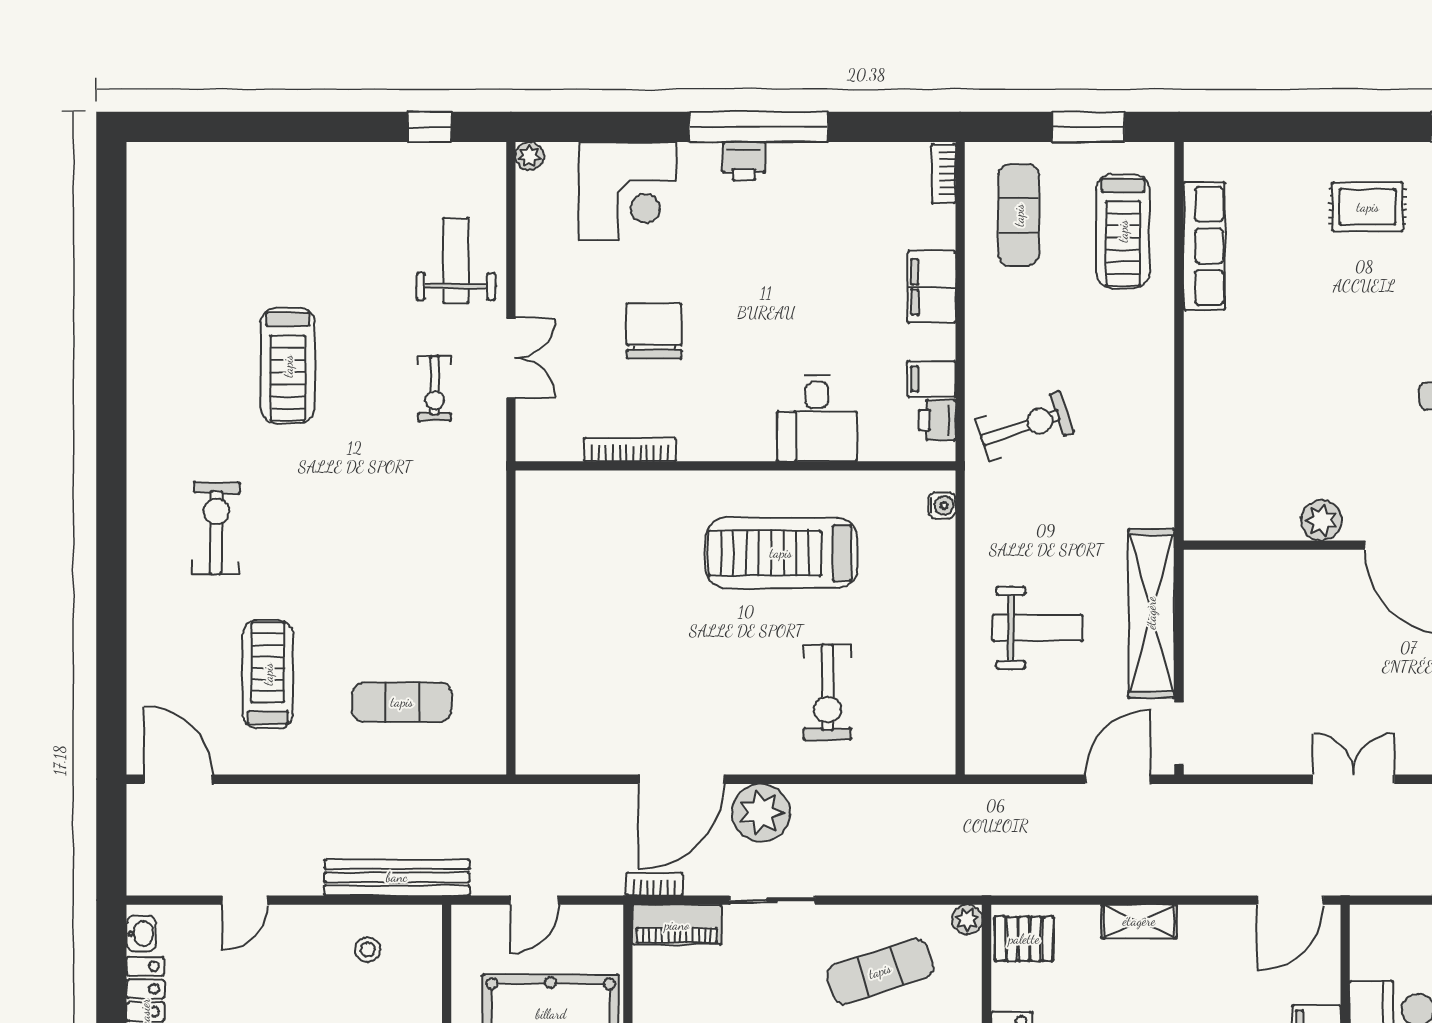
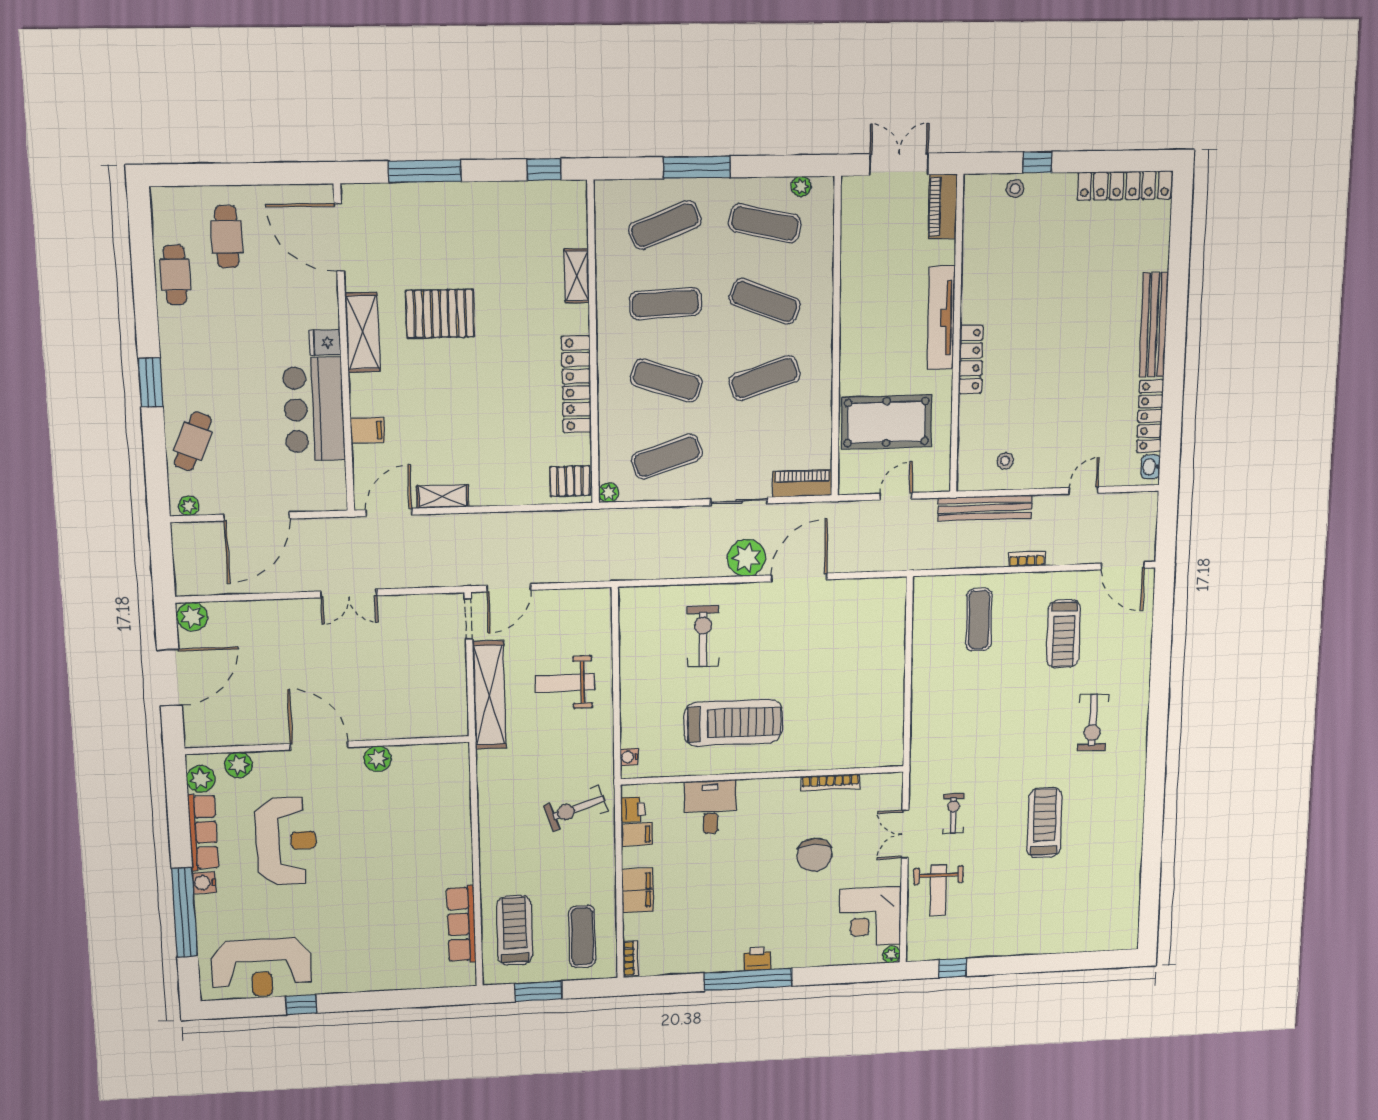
corner desk: (628, 191) -> (870, 917), moved, turned -90
rug: (1368, 207) -> (355, 954), removed
exercise mat: (402, 702) -> (979, 620), turned 90
bookcase: (654, 884) -> (1027, 559), moved, turned 180
shelving: (1139, 921) -> (443, 496), moved

